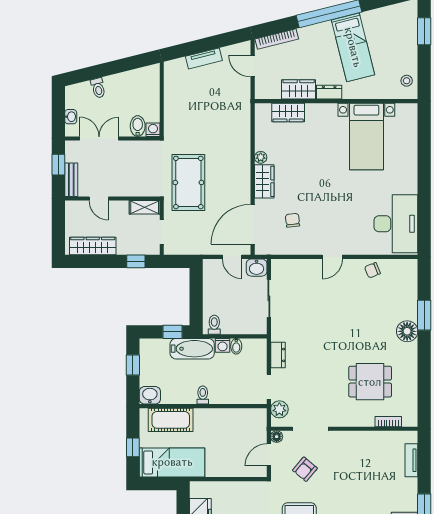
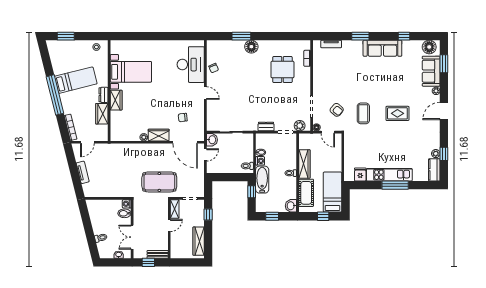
wardrobe: (288, 113) -> (116, 100), moved
door: (99, 198) -> (169, 225), moved
desk: (396, 224) -> (191, 65), moved, turned 90
wardrobe: (217, 417) -> (304, 164), added

